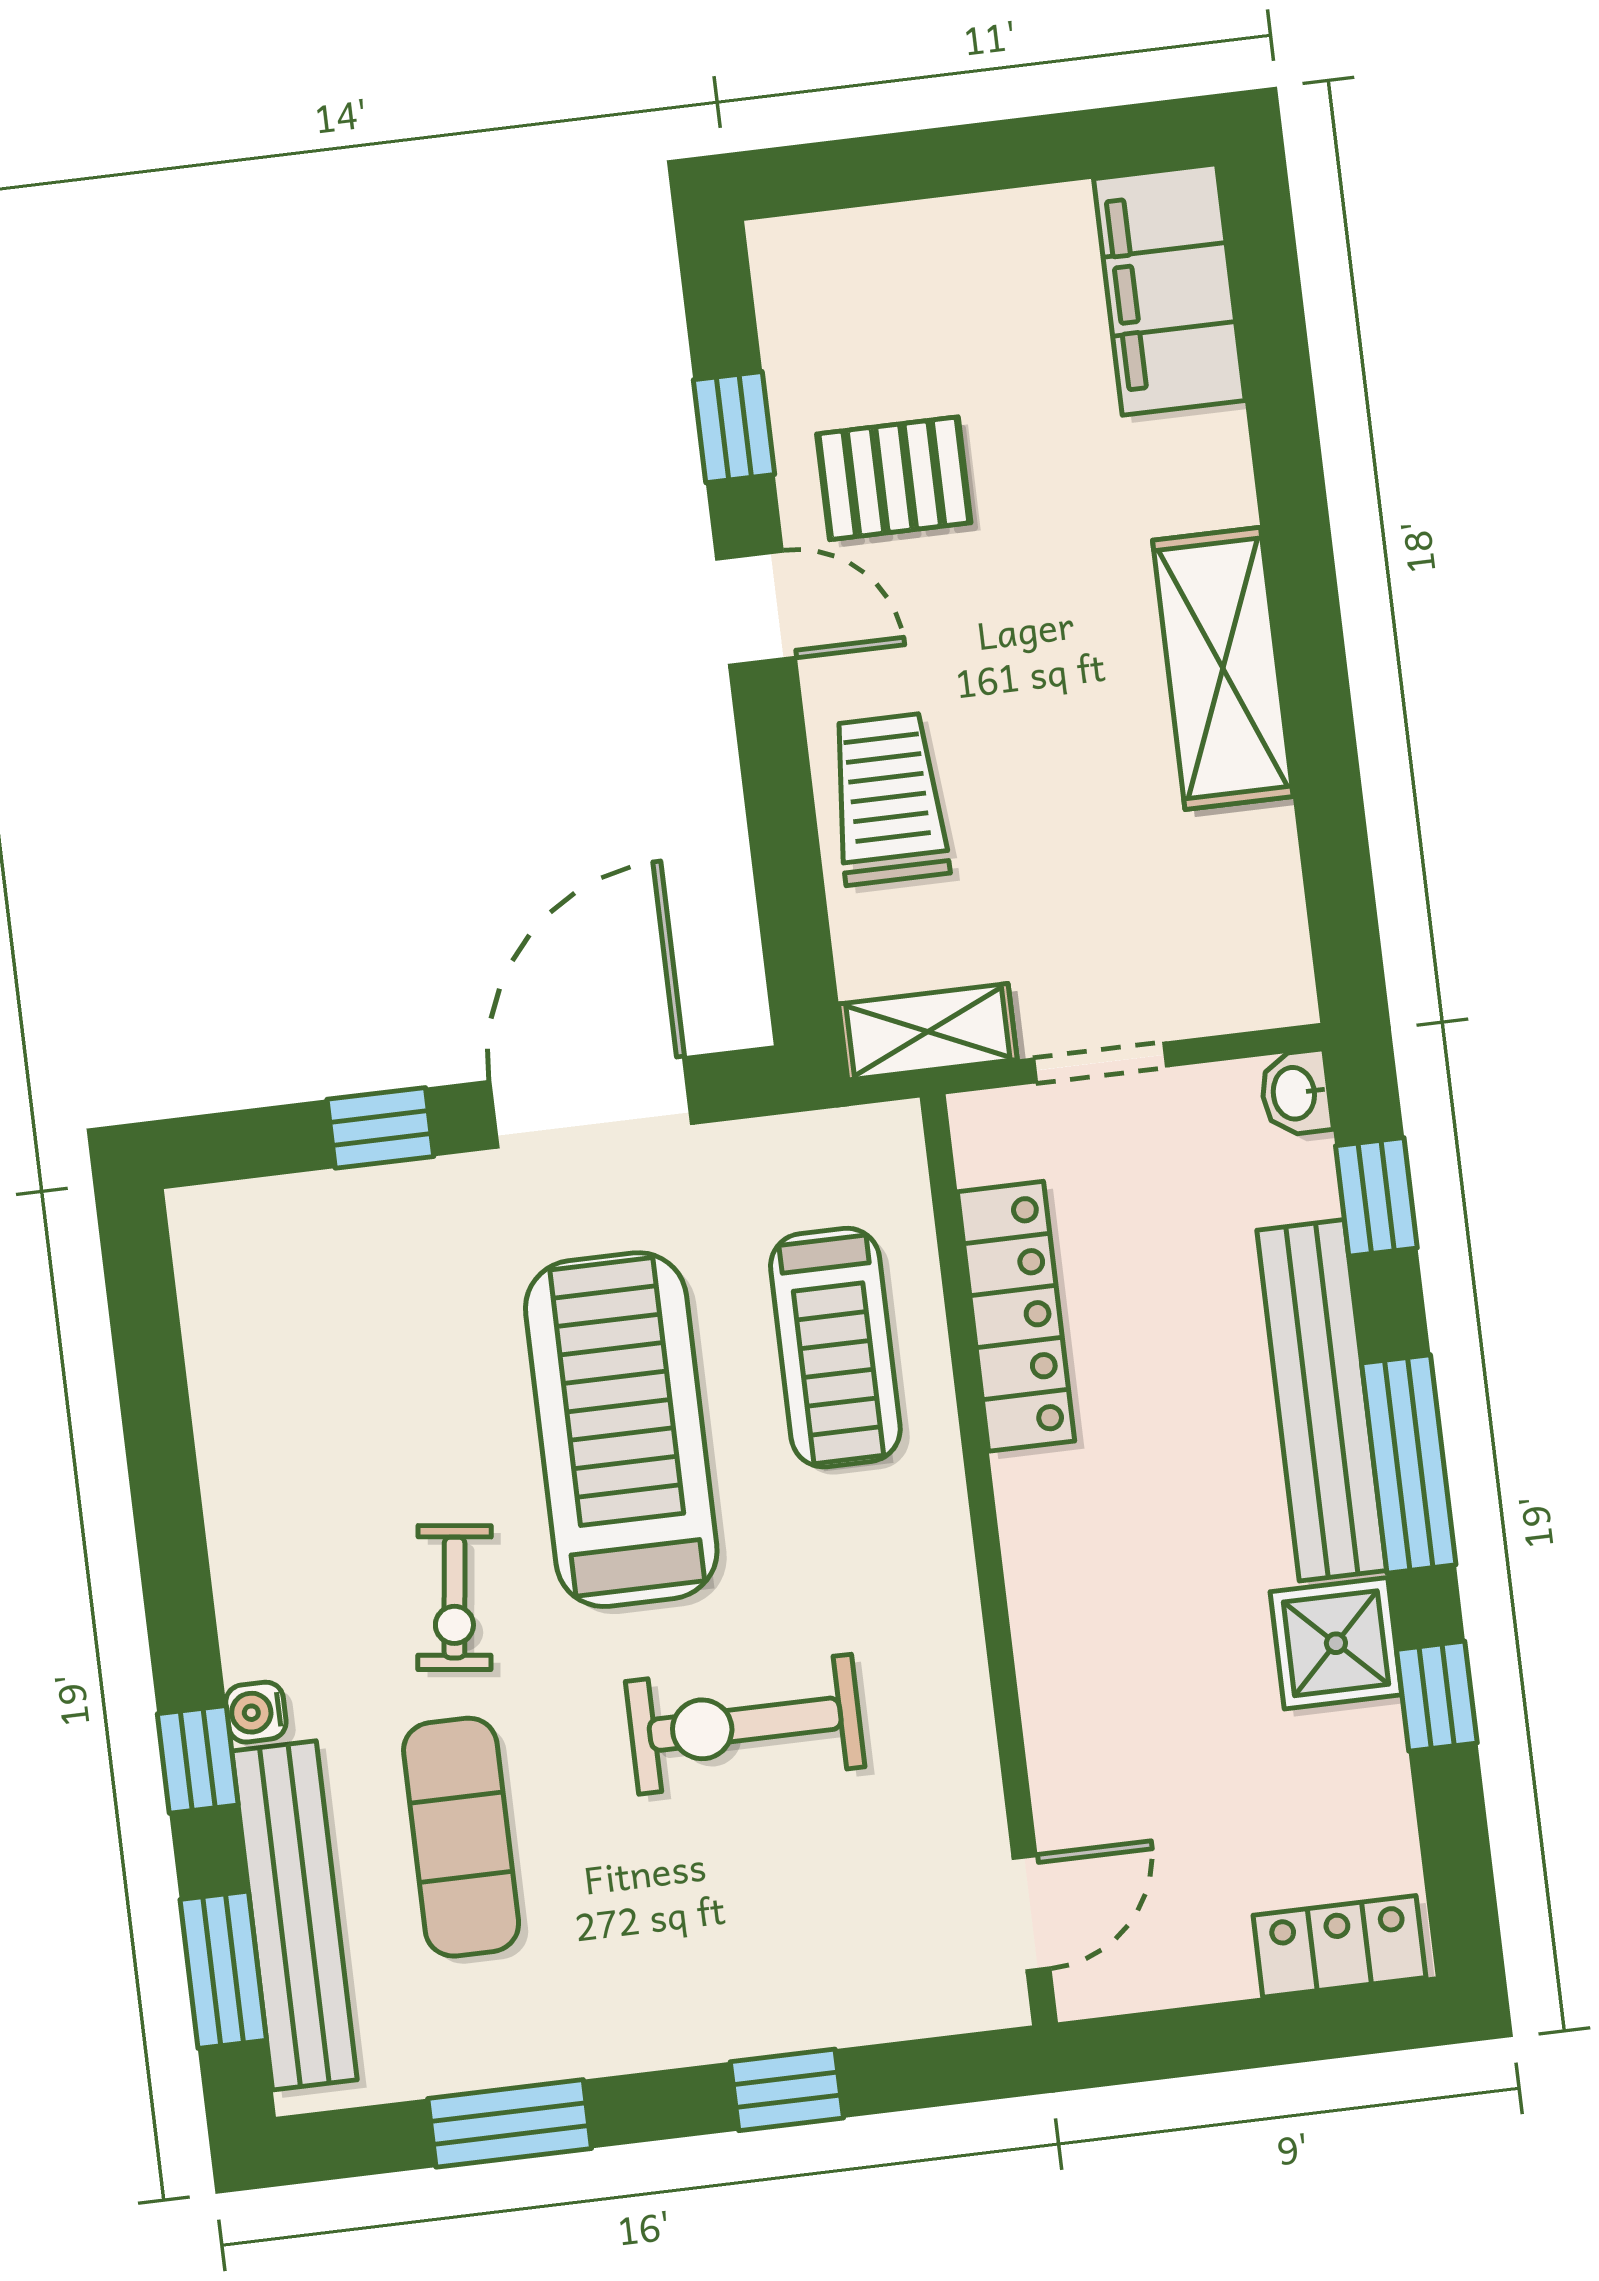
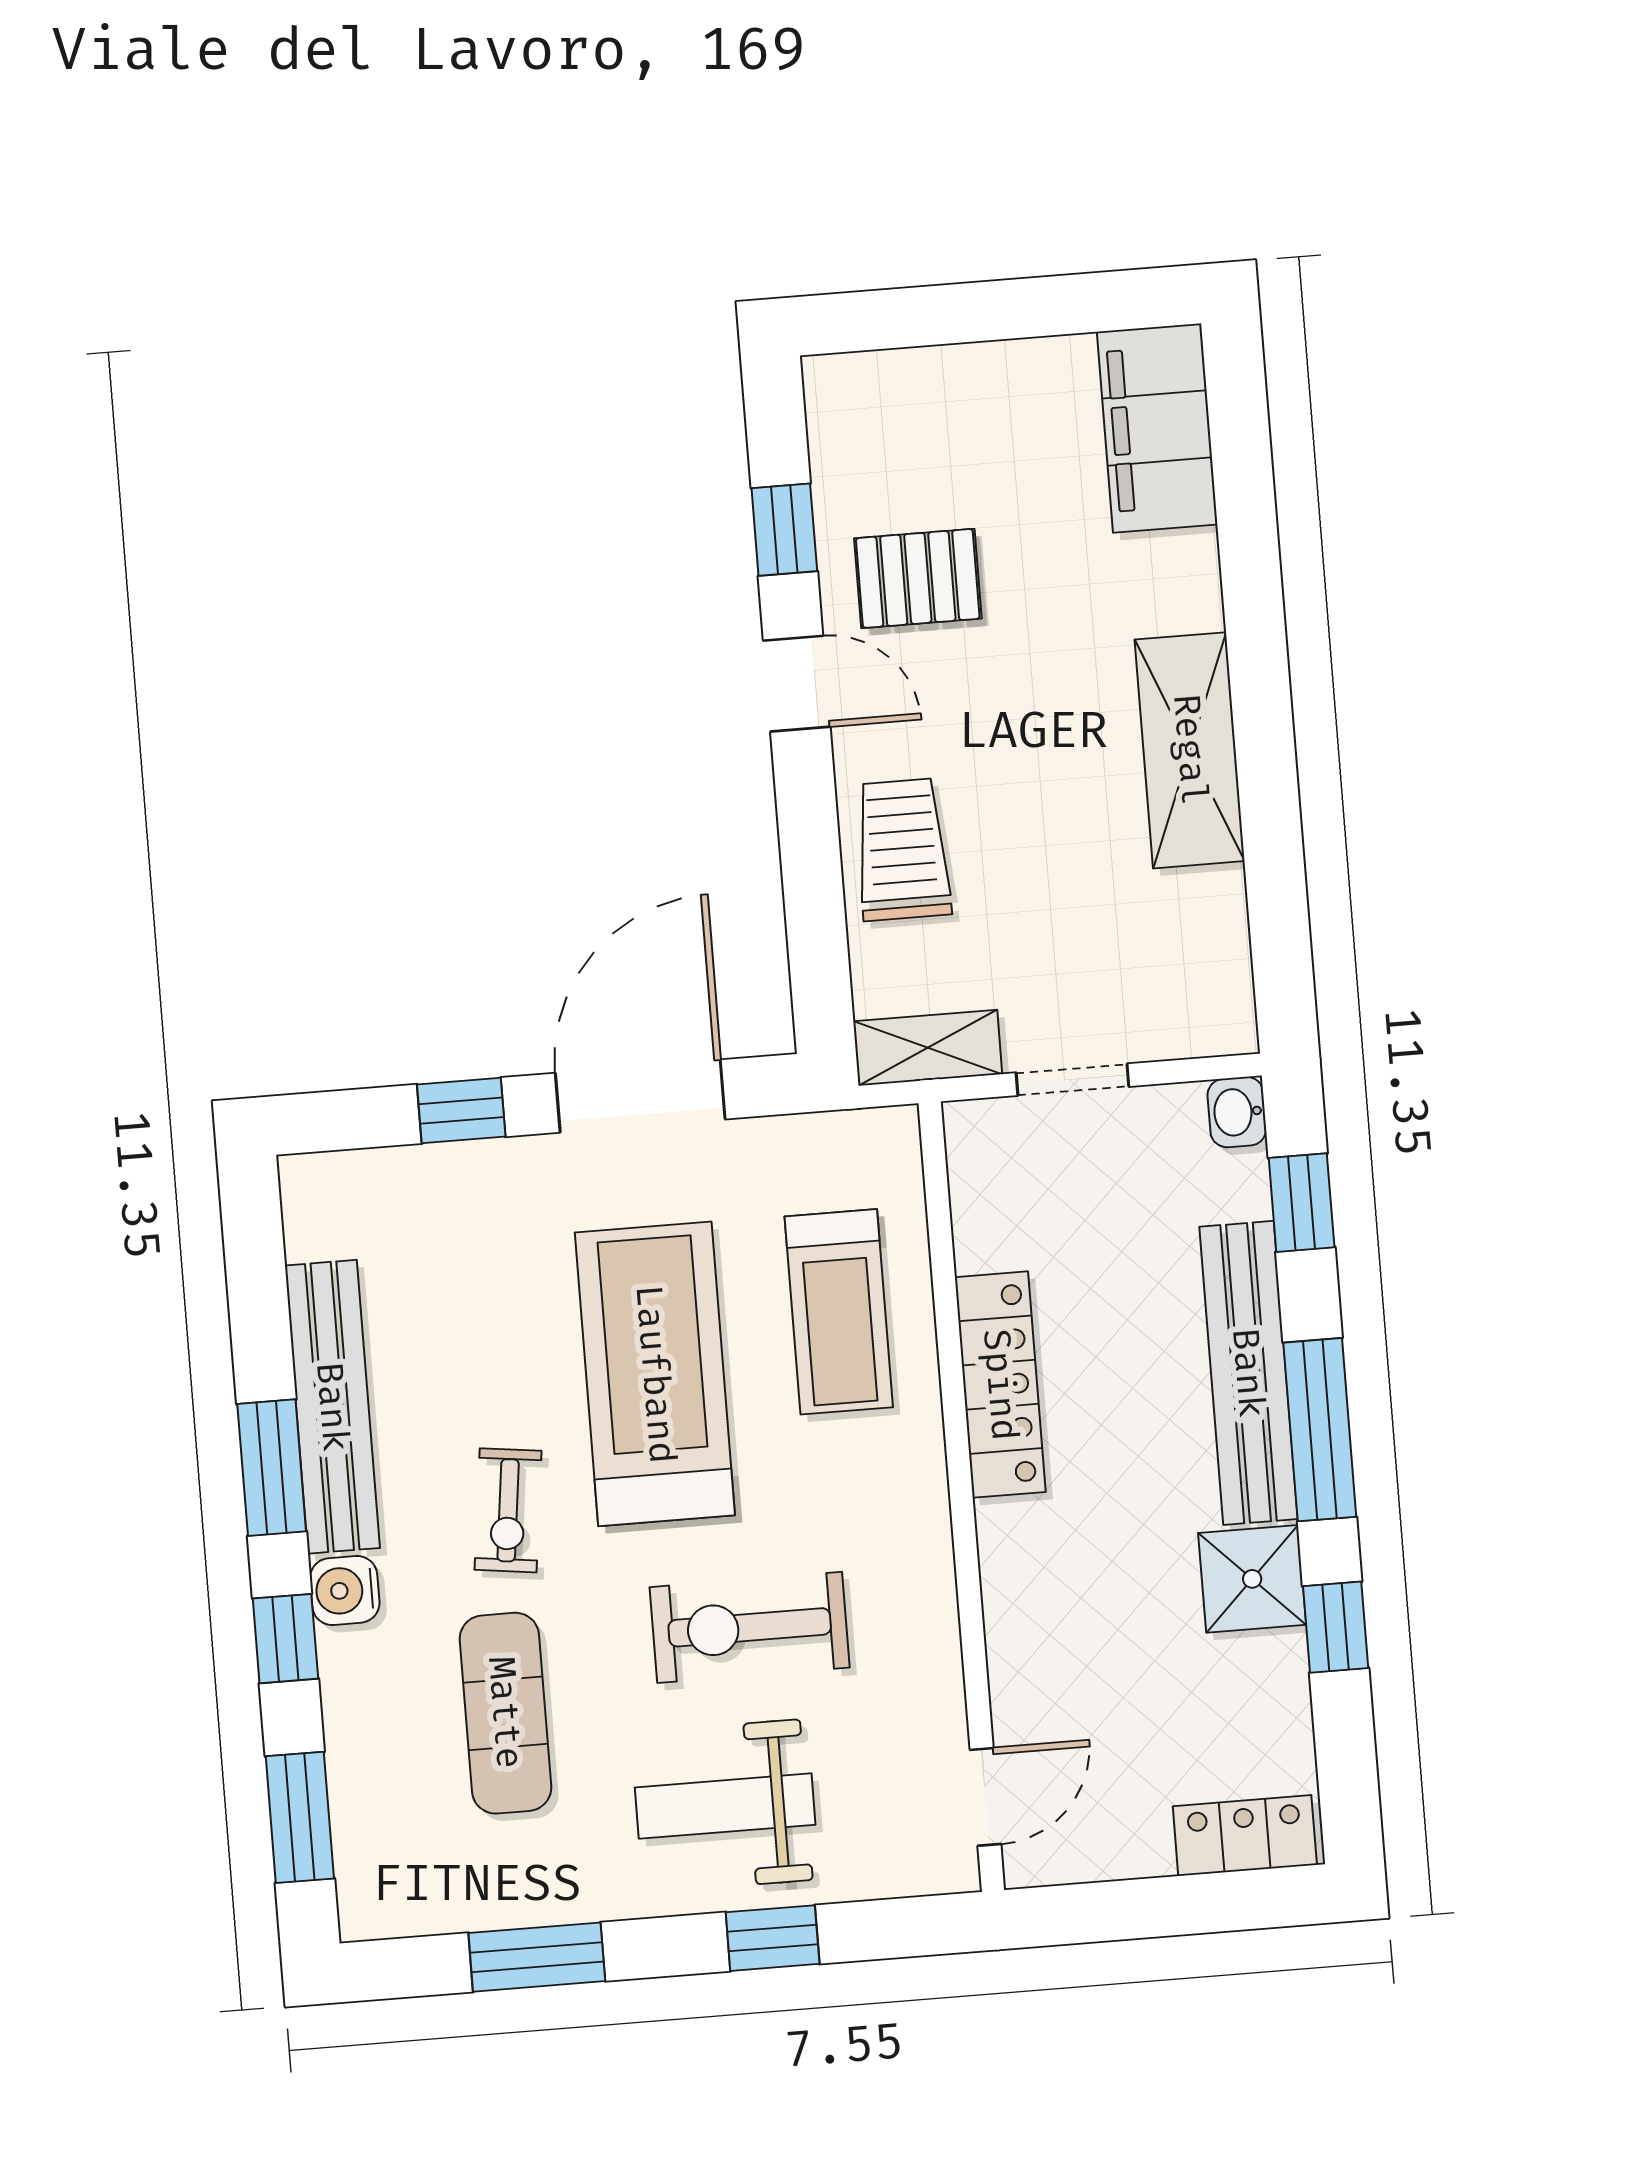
locker: (1016, 1316) -> (1000, 1385), moved
window: (173, 1558) -> (272, 1468), added
water cooler: (256, 1712) -> (345, 1590), width x1.38, depth x1.38
bench: (294, 1915) -> (332, 1407), moved
weight bench: (725, 1936) -> (725, 1806), added

